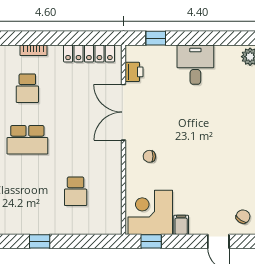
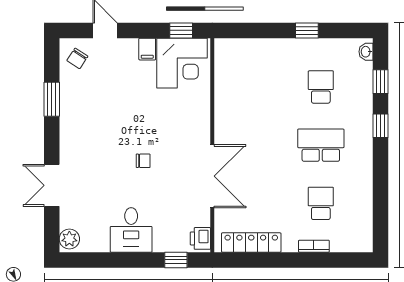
printer: (134, 72) -> (200, 238), moved
chair: (149, 156) -> (143, 161), moved
school desk: (76, 191) -> (321, 87), moved

